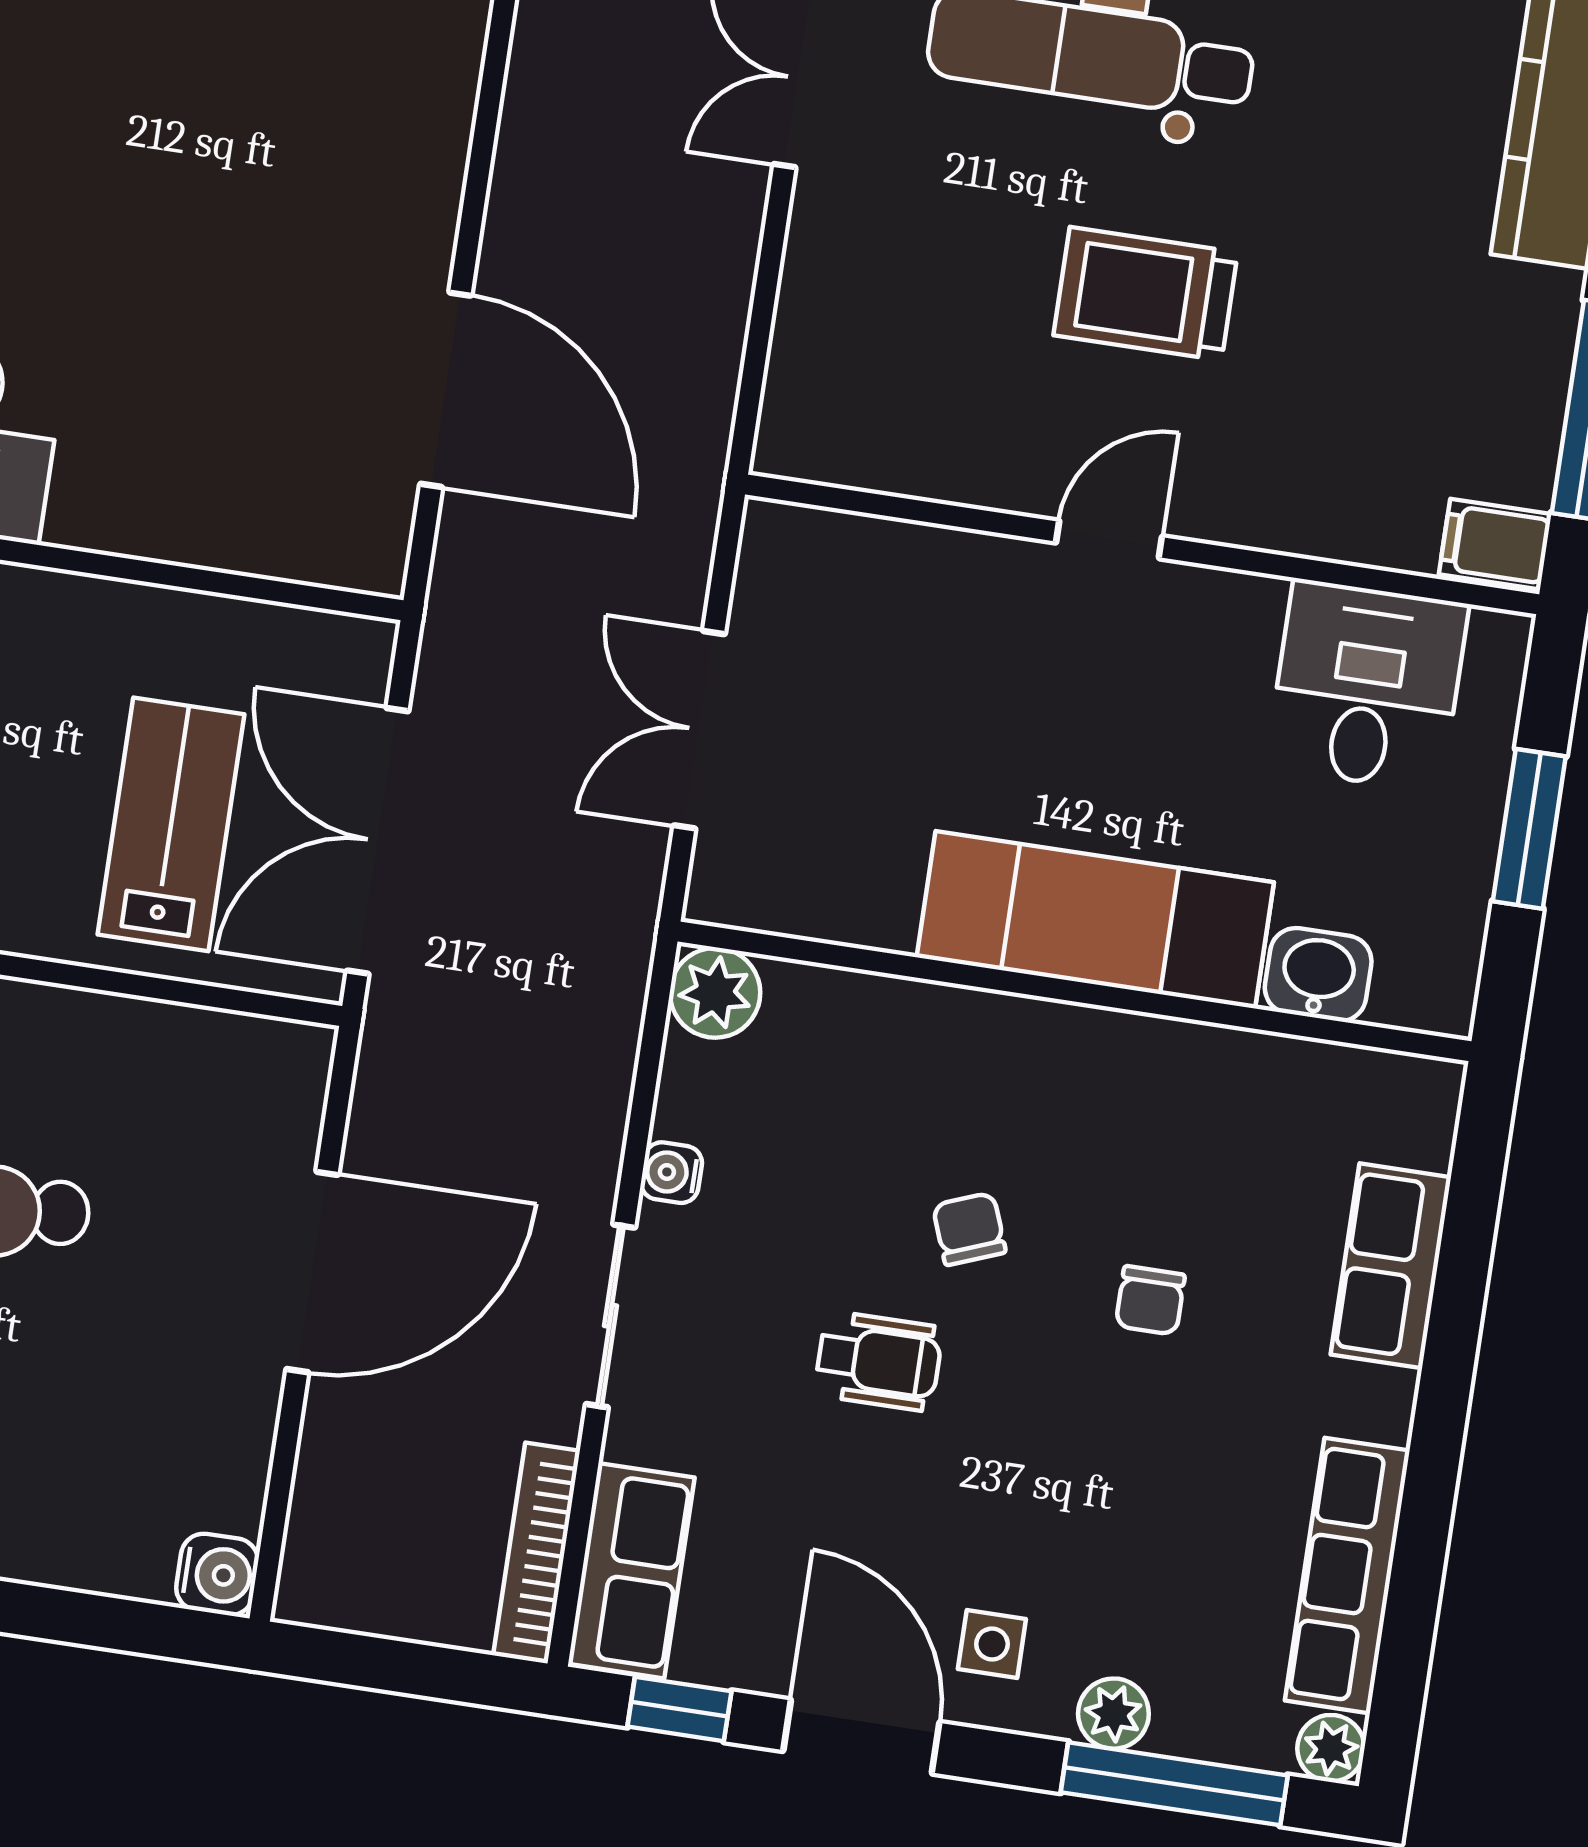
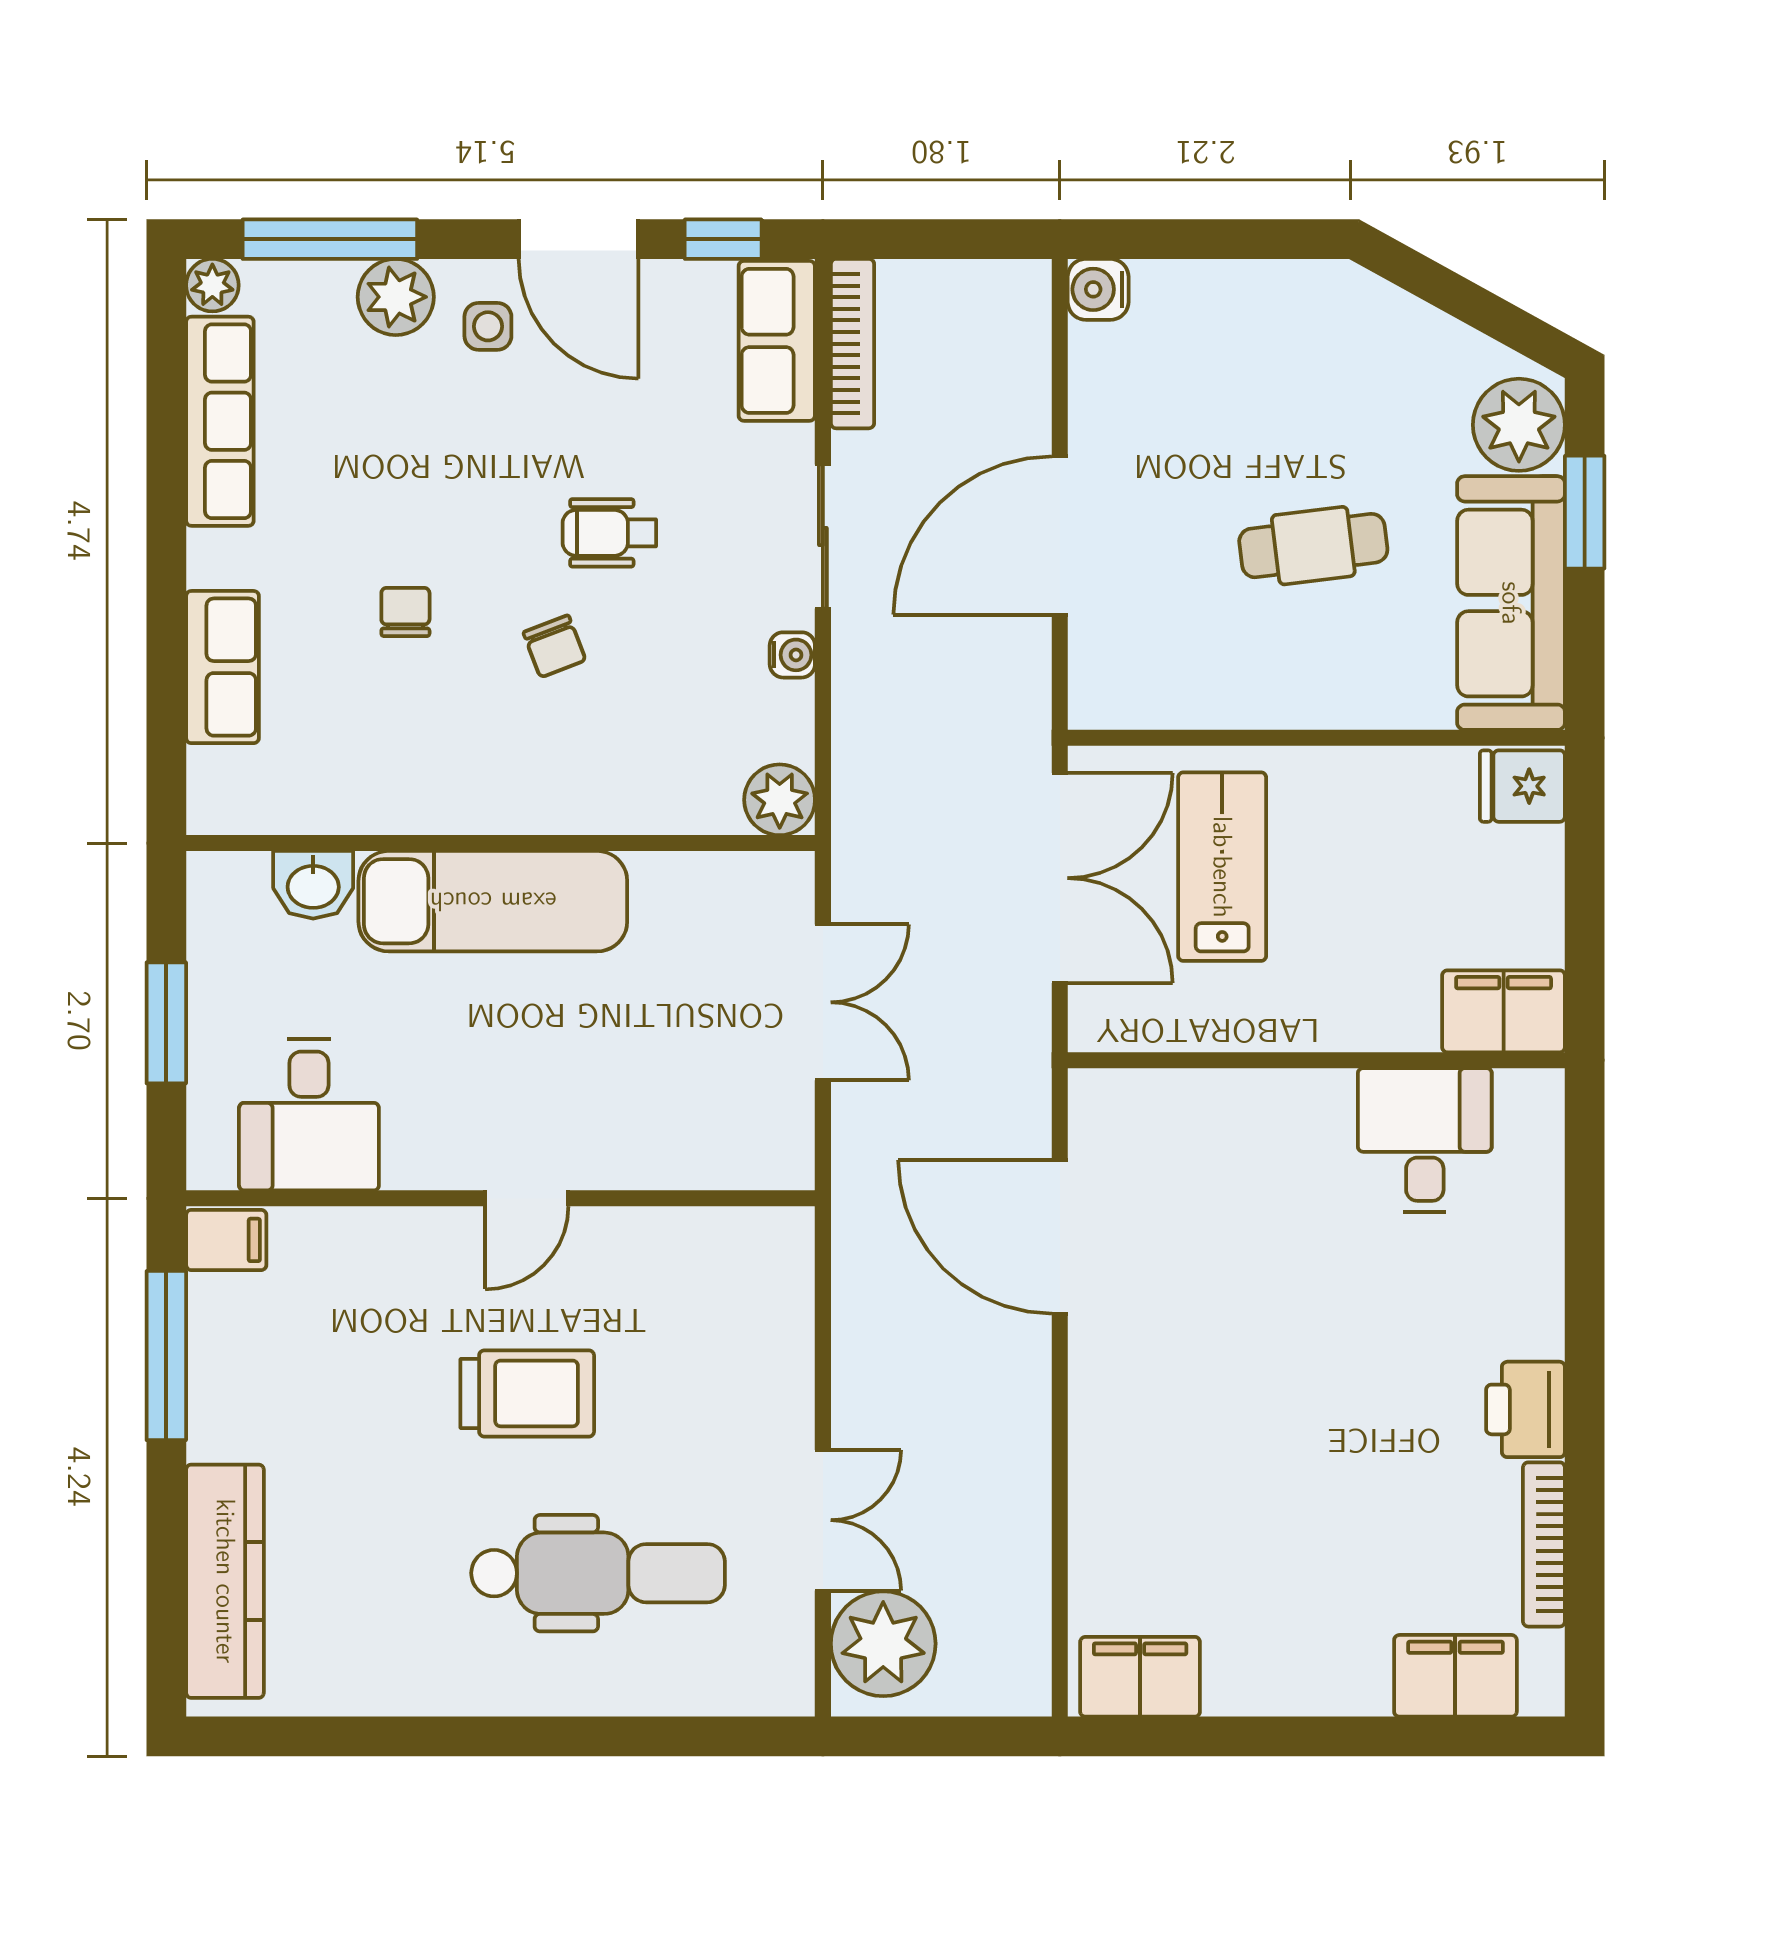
lab bench: (171, 824) -> (1222, 867), turned 180
plant: (1113, 1714) -> (396, 297), width x1.38, depth x1.38

